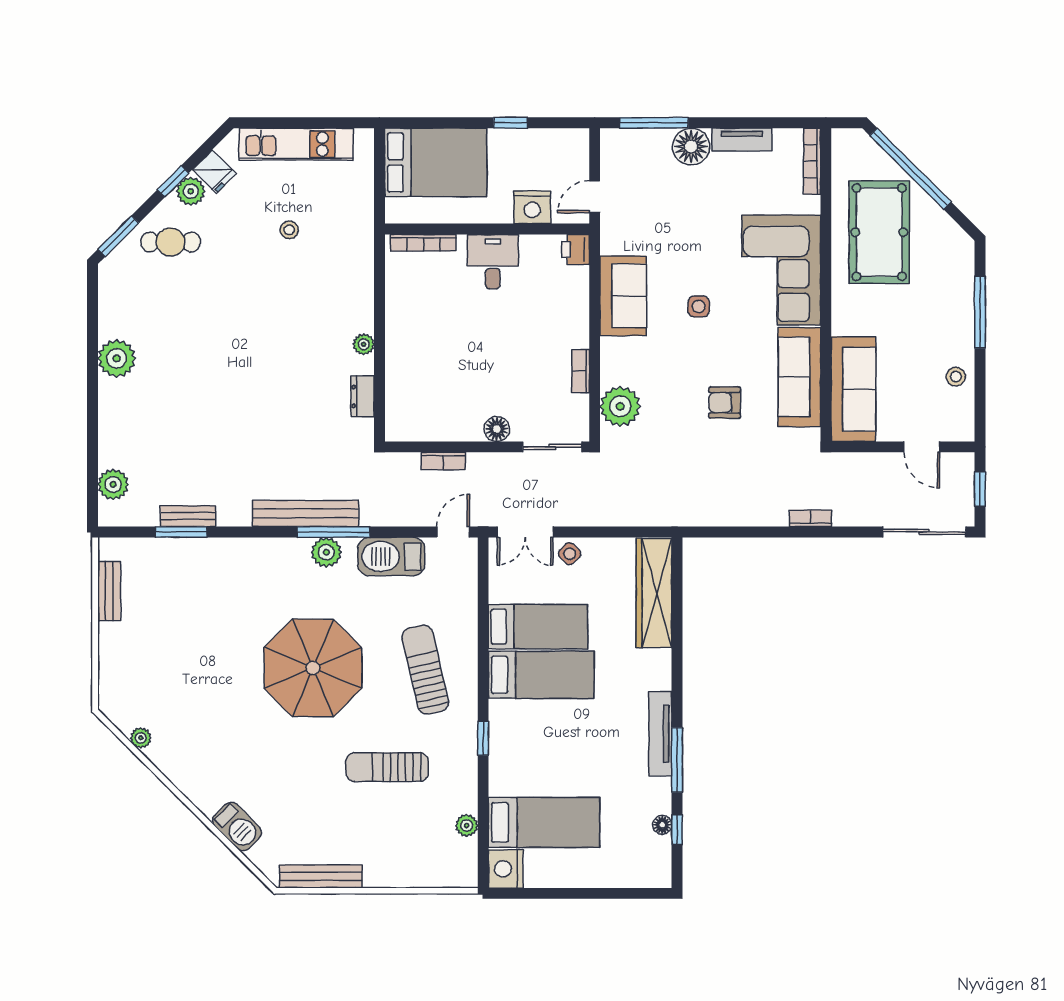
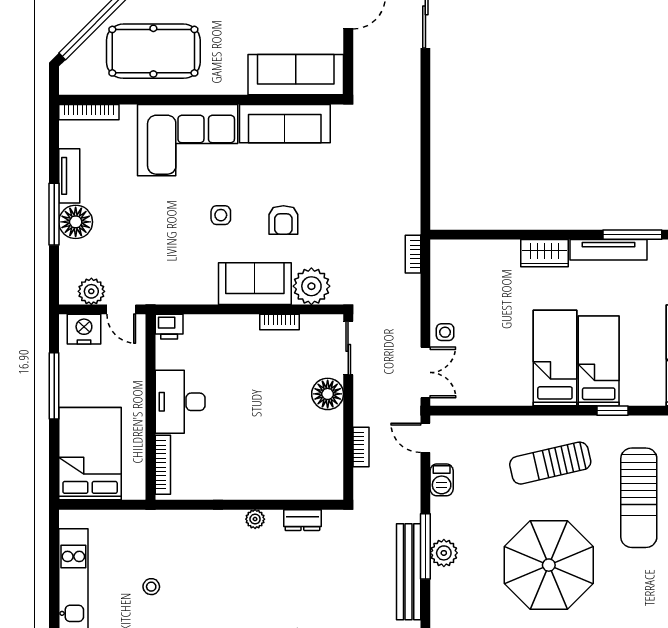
window: (511, 123) -> (54, 386), width x2.17
window: (654, 123) -> (54, 214), moved
plant: (615, 164) -> (91, 291), added
nightstand: (532, 207) -> (84, 329), moved, turned -90
desk: (493, 262) -> (180, 402), width x1.37
sofa: (623, 296) -> (255, 284), moved
armchair: (725, 403) -> (283, 220), moved
floor lamp: (497, 429) -> (328, 394), width x1.38, depth x1.38
bookcase: (811, 518) -> (413, 254), moved
side table: (570, 554) -> (445, 332), turned 45
barbecue: (391, 556) -> (442, 480), width x0.53, depth x0.65
wardrobe: (654, 593) -> (545, 253), moved, width x0.48, depth x0.85
bed: (538, 627) -> (599, 361), moved
sun lounger: (387, 767) -> (639, 498), width x1.36, depth x1.34

